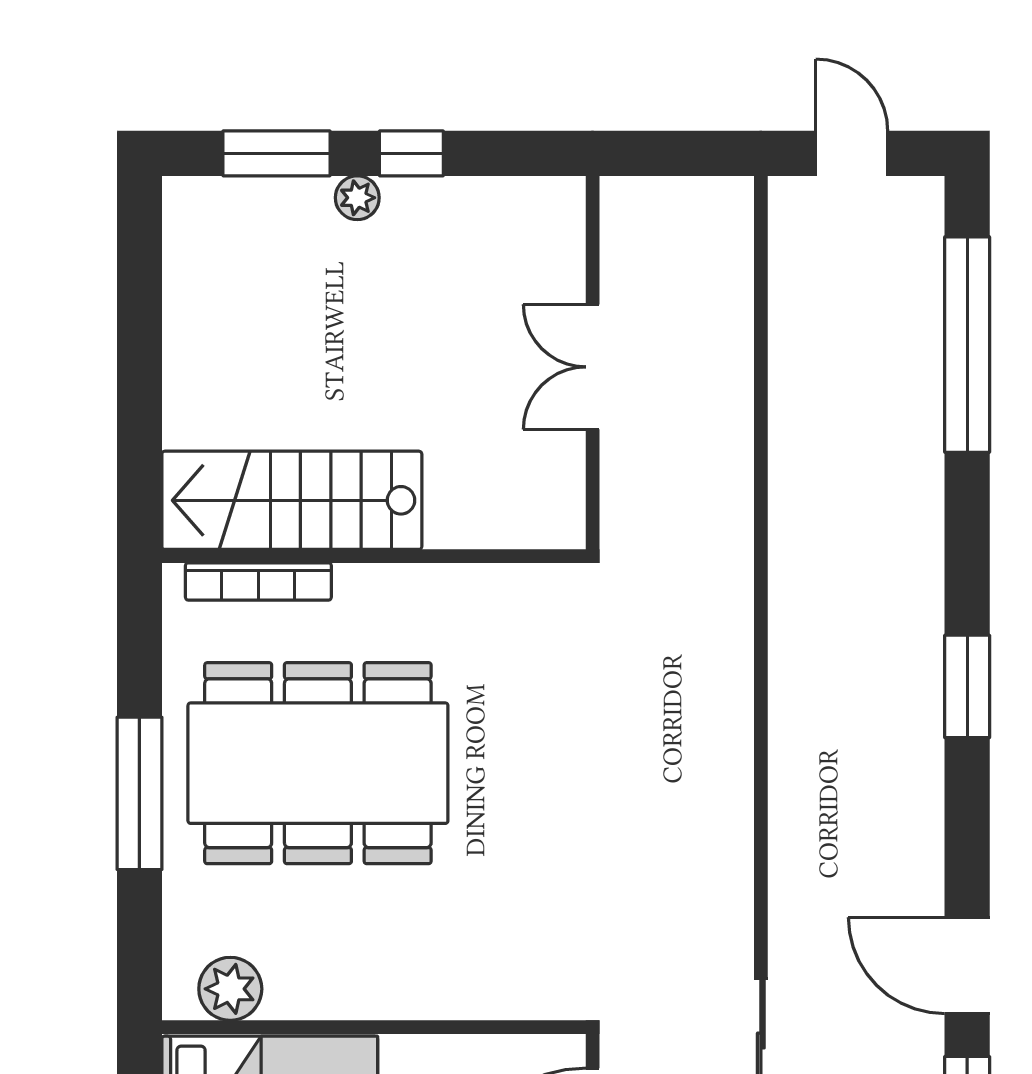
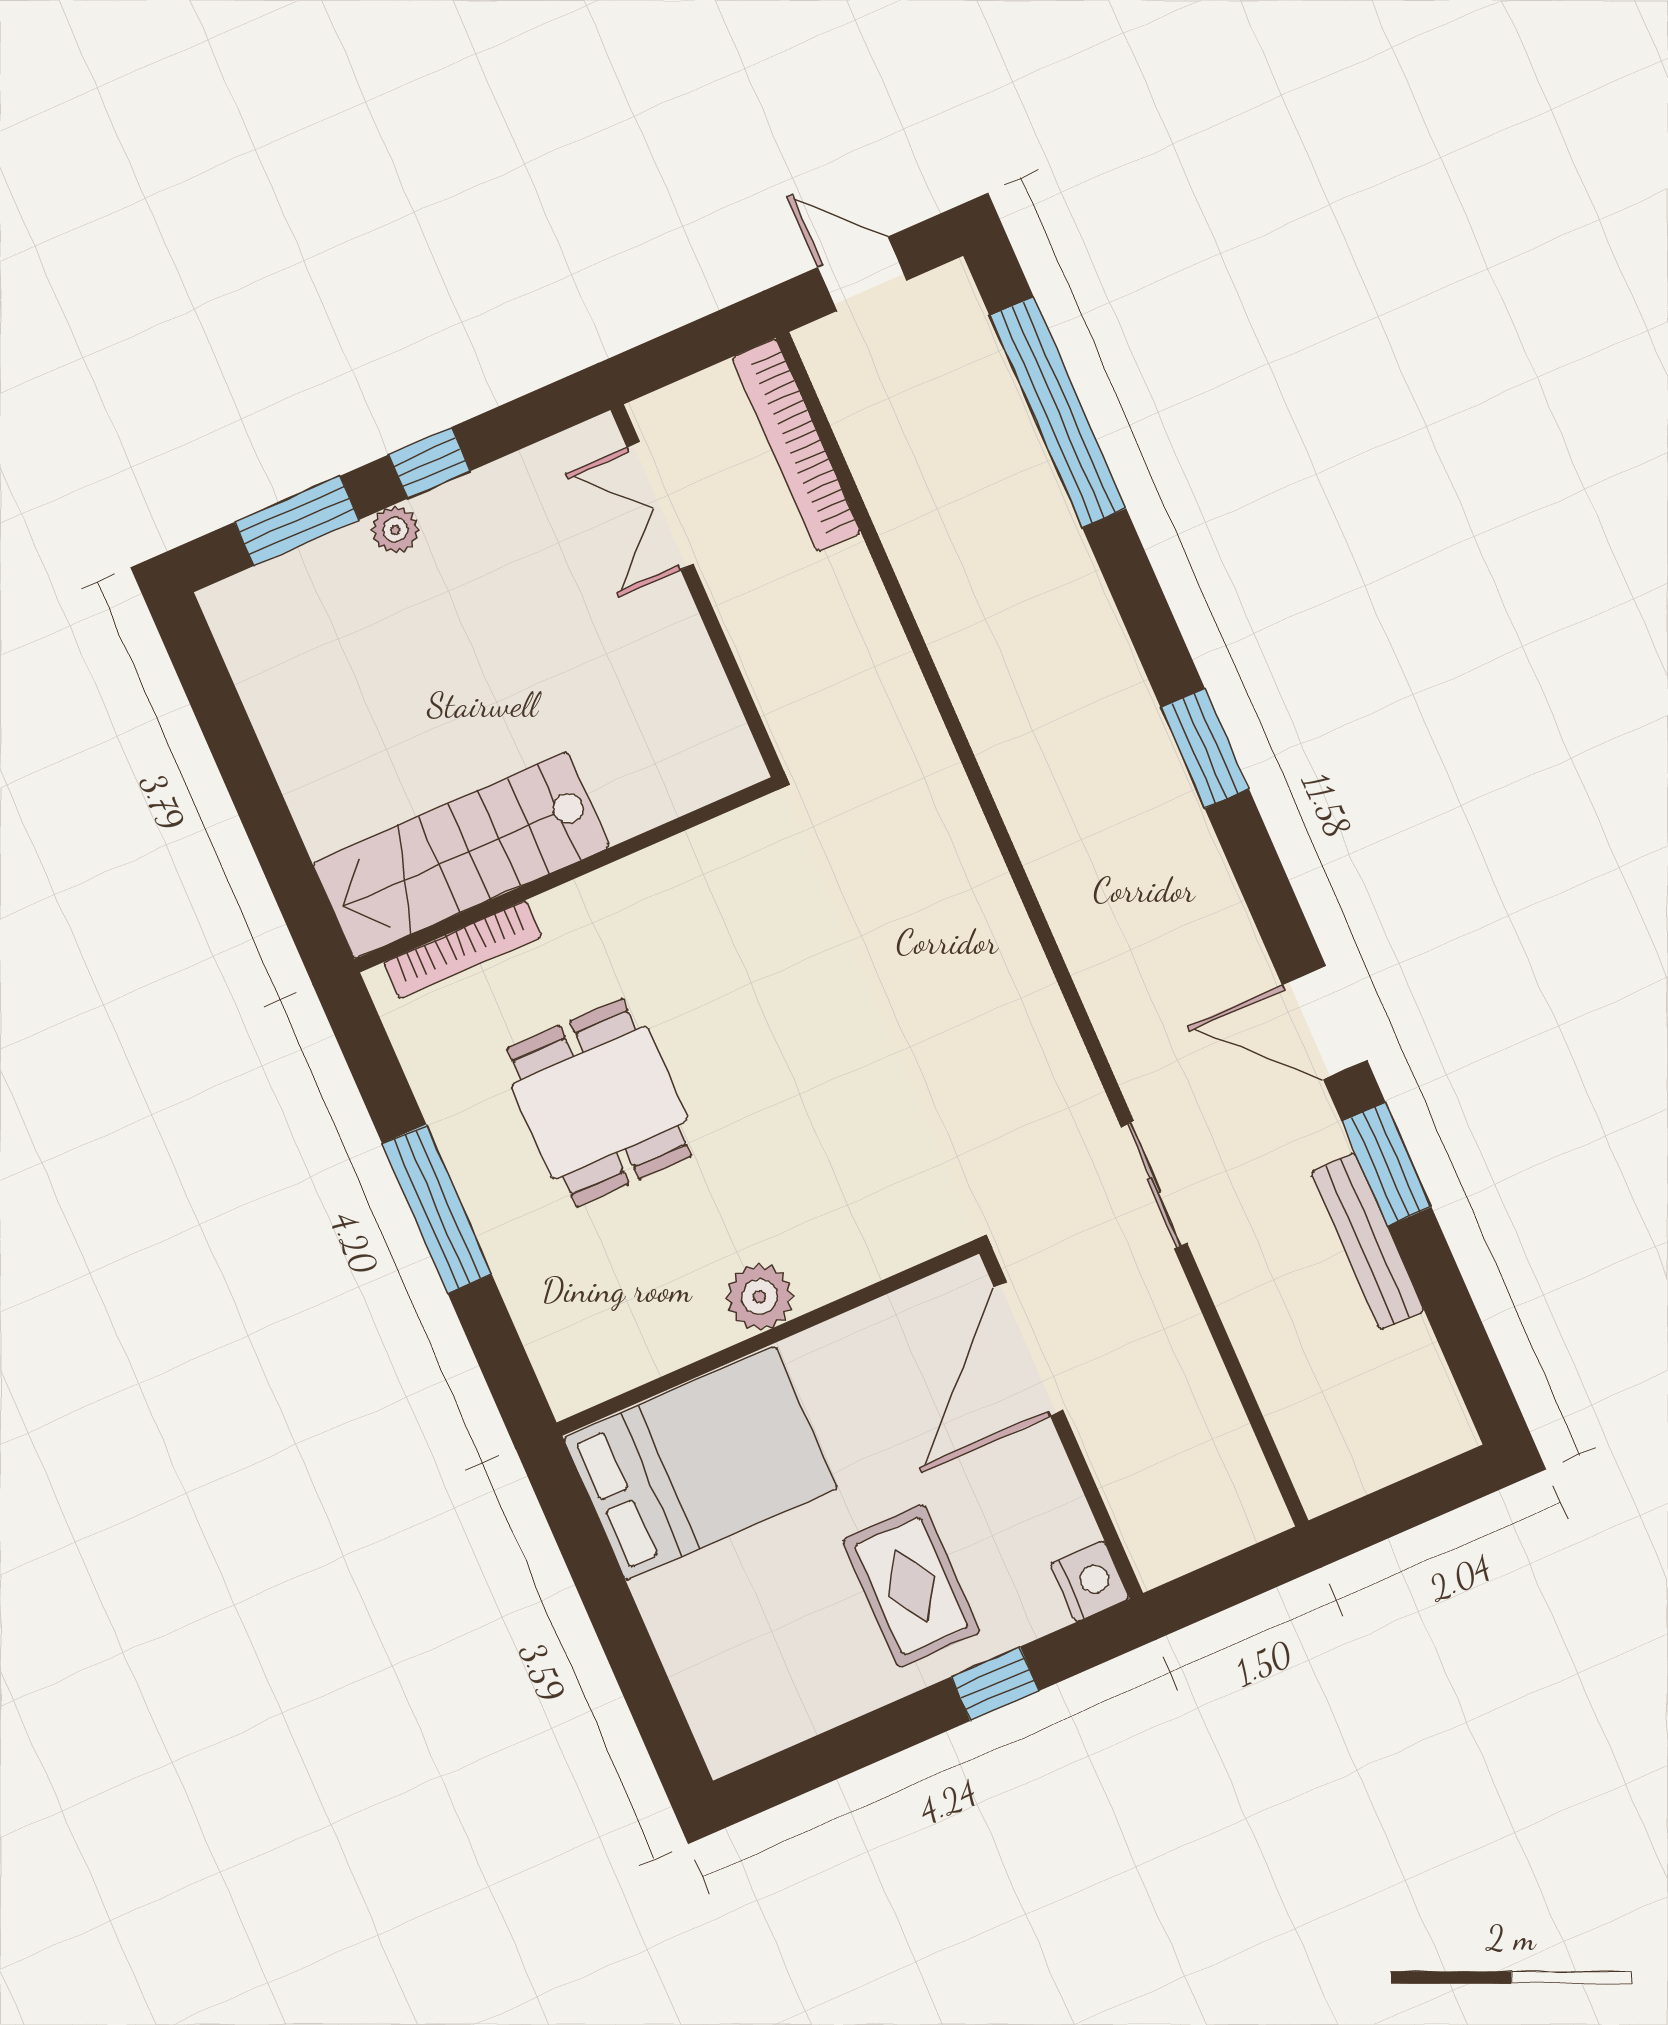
bookcase: (732, 275) -> (796, 445), added
double door: (593, 367) -> (660, 506), moved
dining table: (318, 763) -> (599, 1103), width x0.53, depth x0.80
plant: (230, 989) -> (760, 1297), moved

